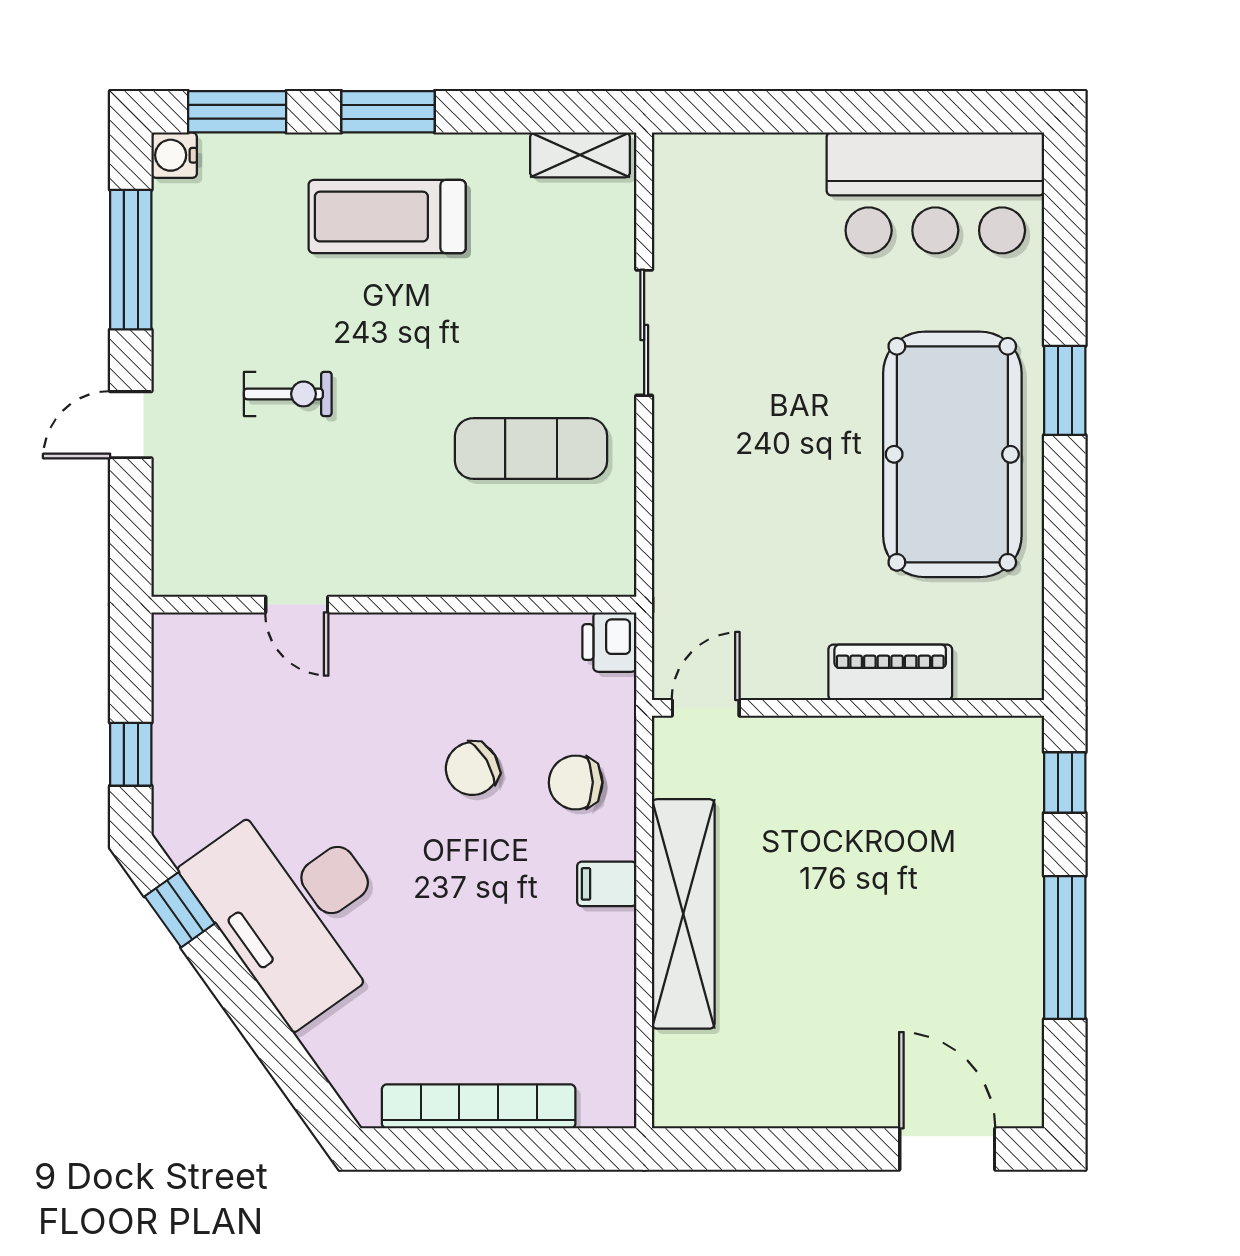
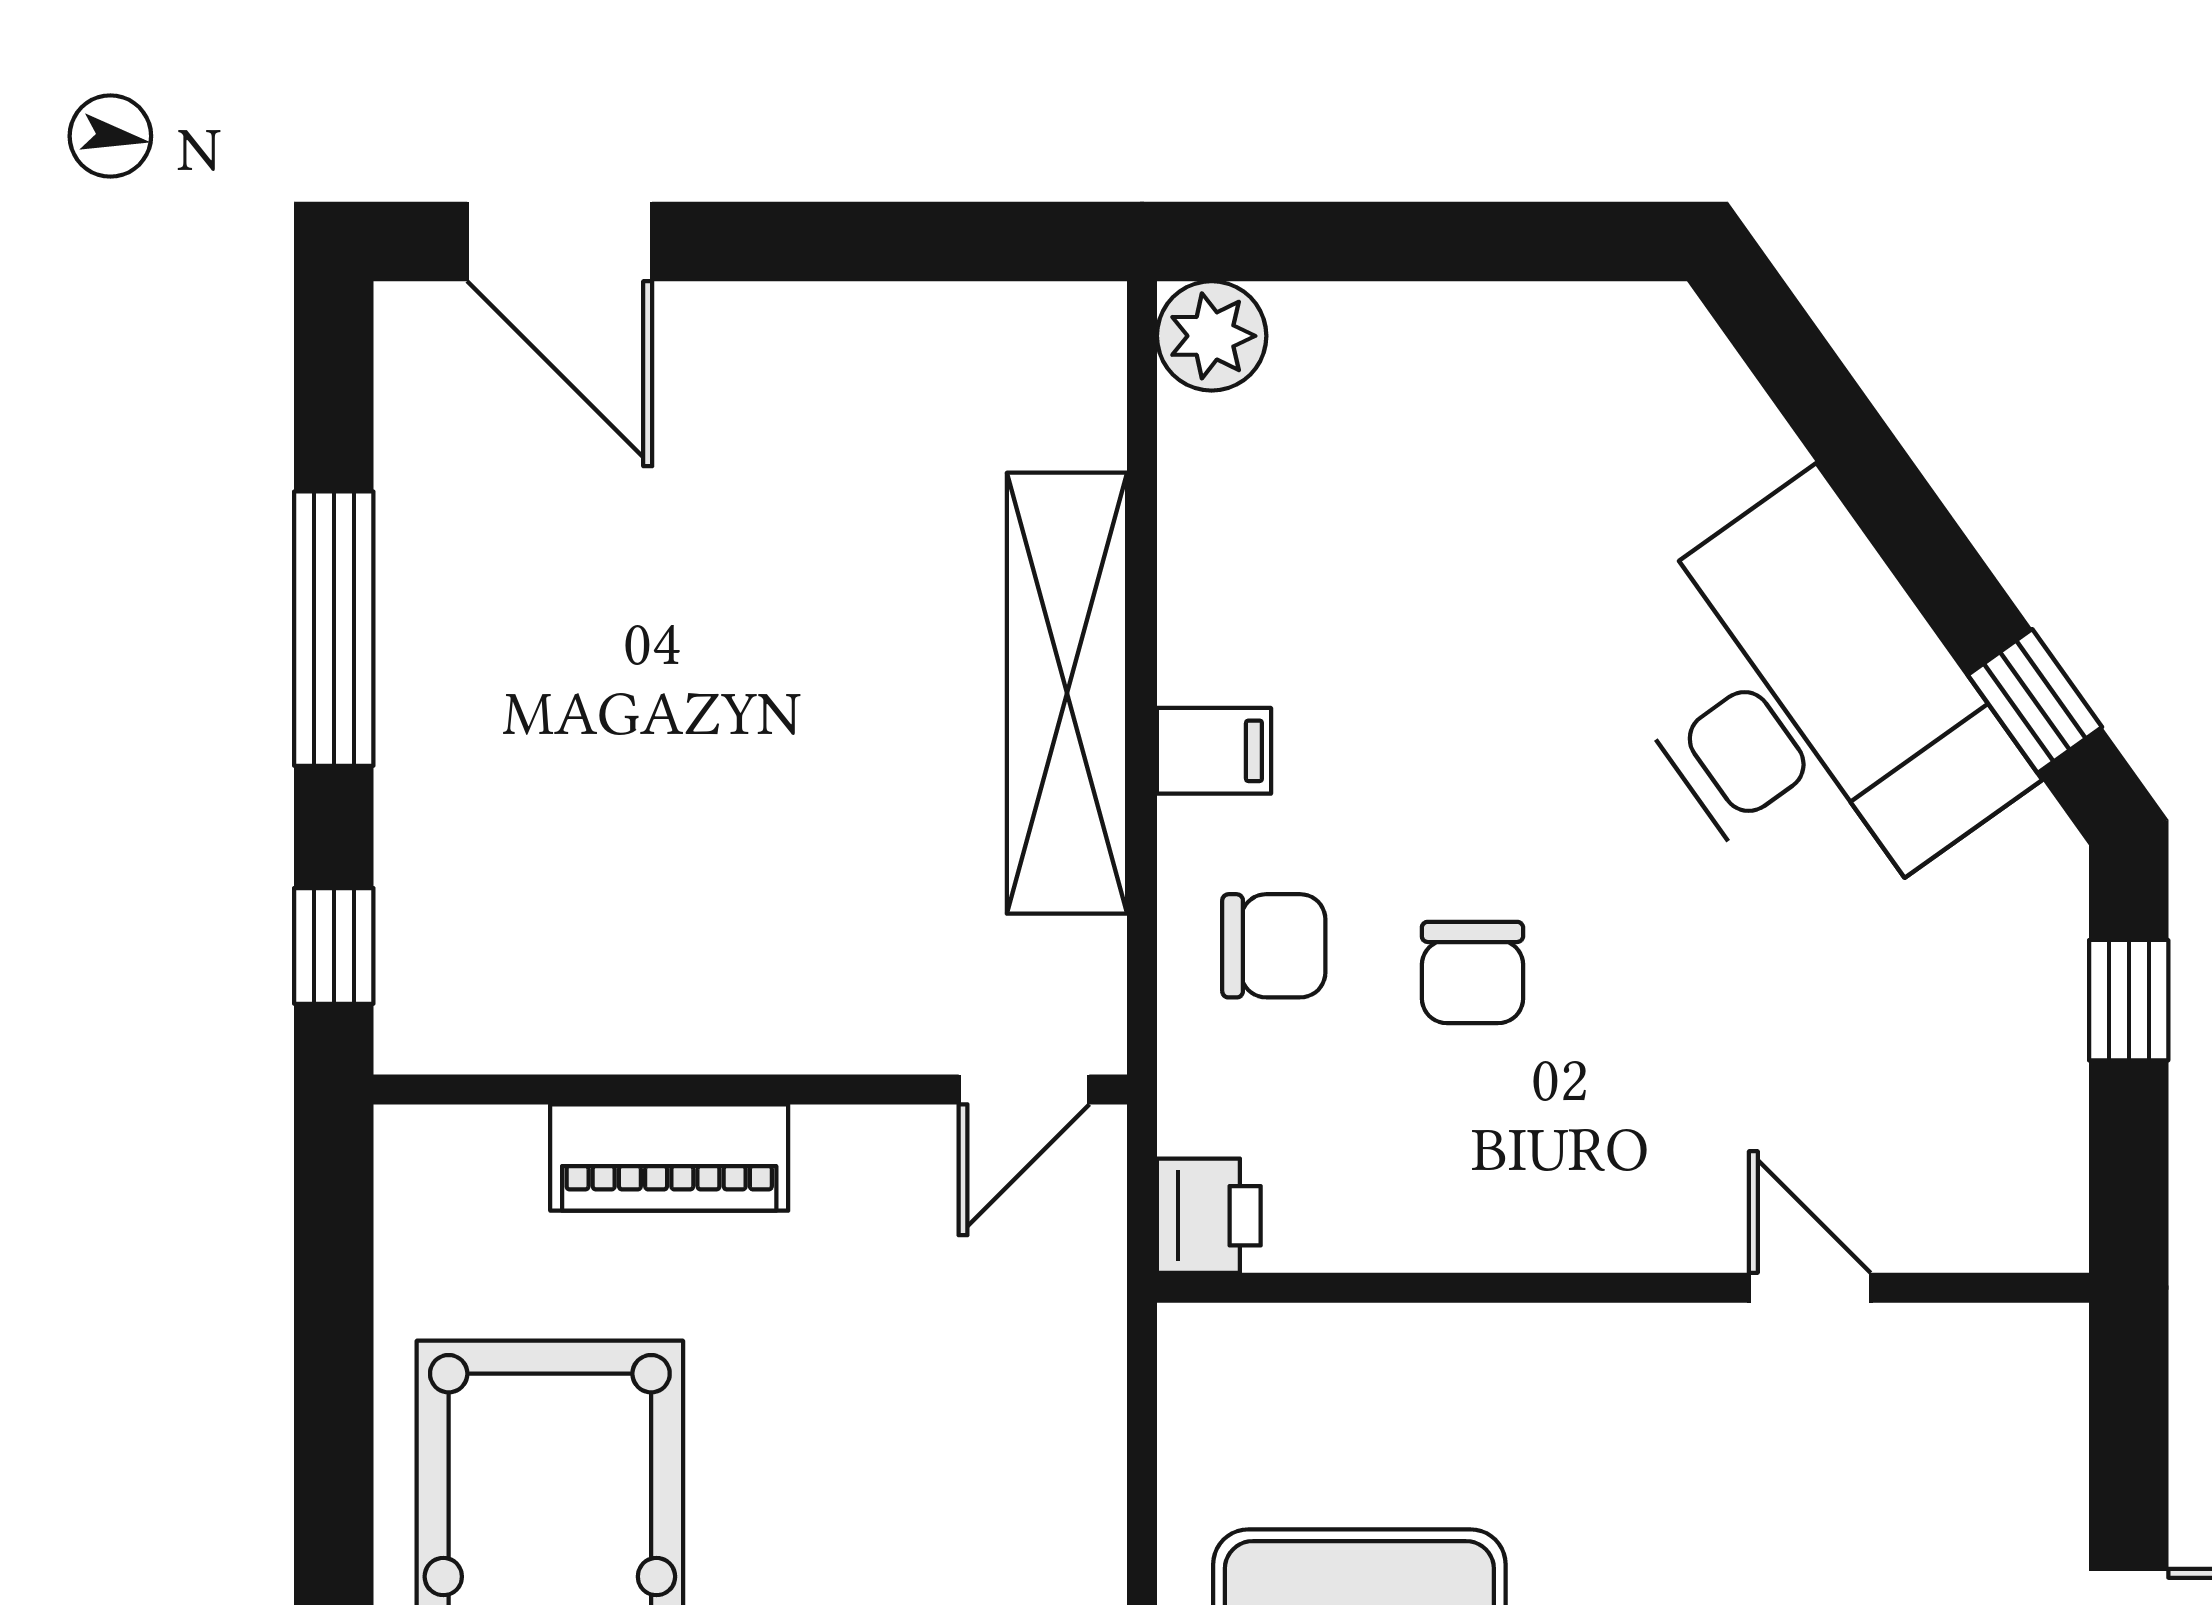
chair: (472, 769) -> (1472, 972), turned 121
plant: (608, 1100) -> (1212, 336), added
bookcase: (479, 1106) -> (1460, 323), removed

